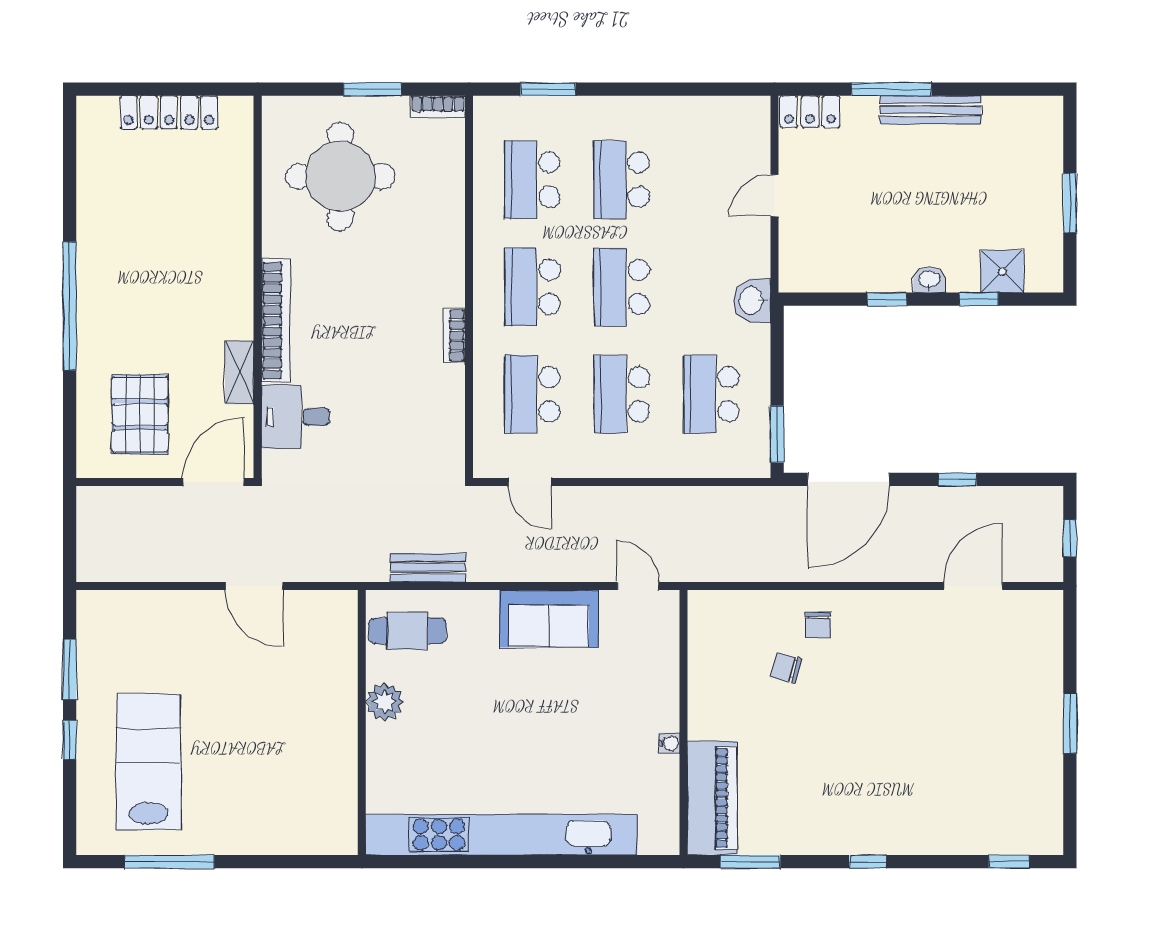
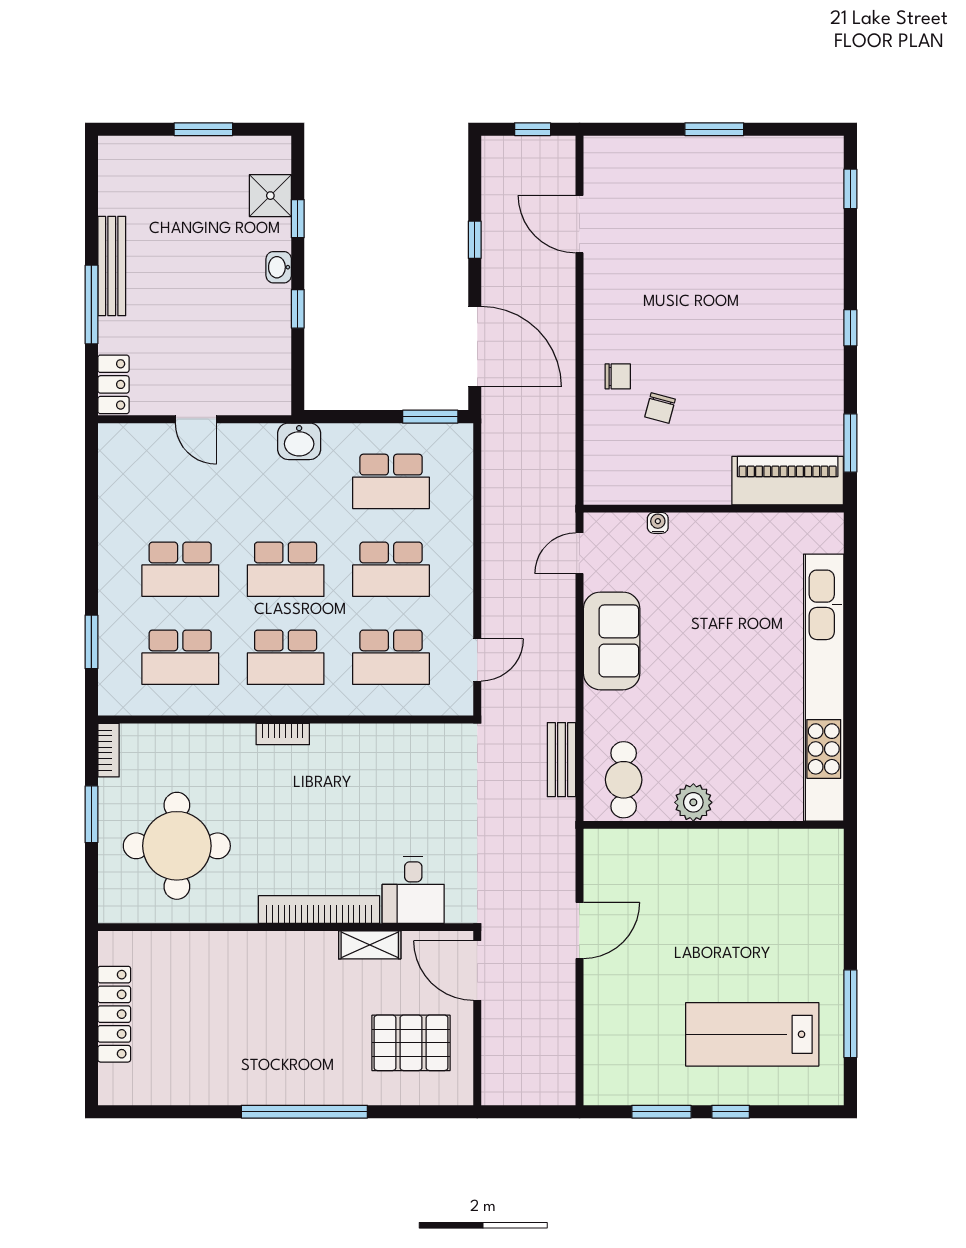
bookcase: (454, 335) -> (283, 734), moved
water cooler: (669, 743) -> (658, 523), moved

